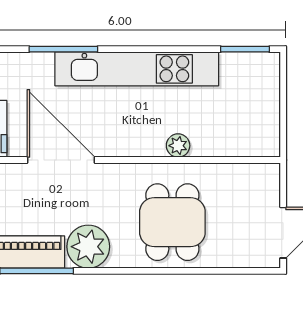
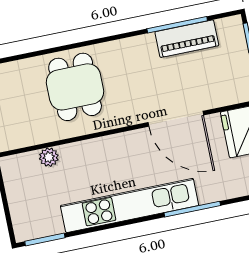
plant: (178, 146) -> (49, 157), moved
plant: (88, 247) -> (139, 53), removed

